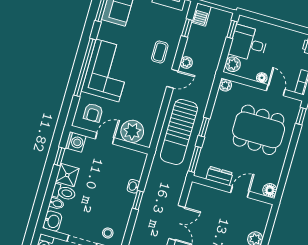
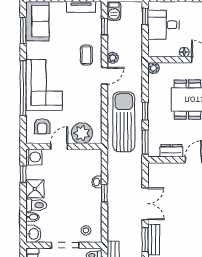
plant: (233, 64) -> (155, 47), removed
sun lounger: (179, 132) -> (124, 122), turned 180

